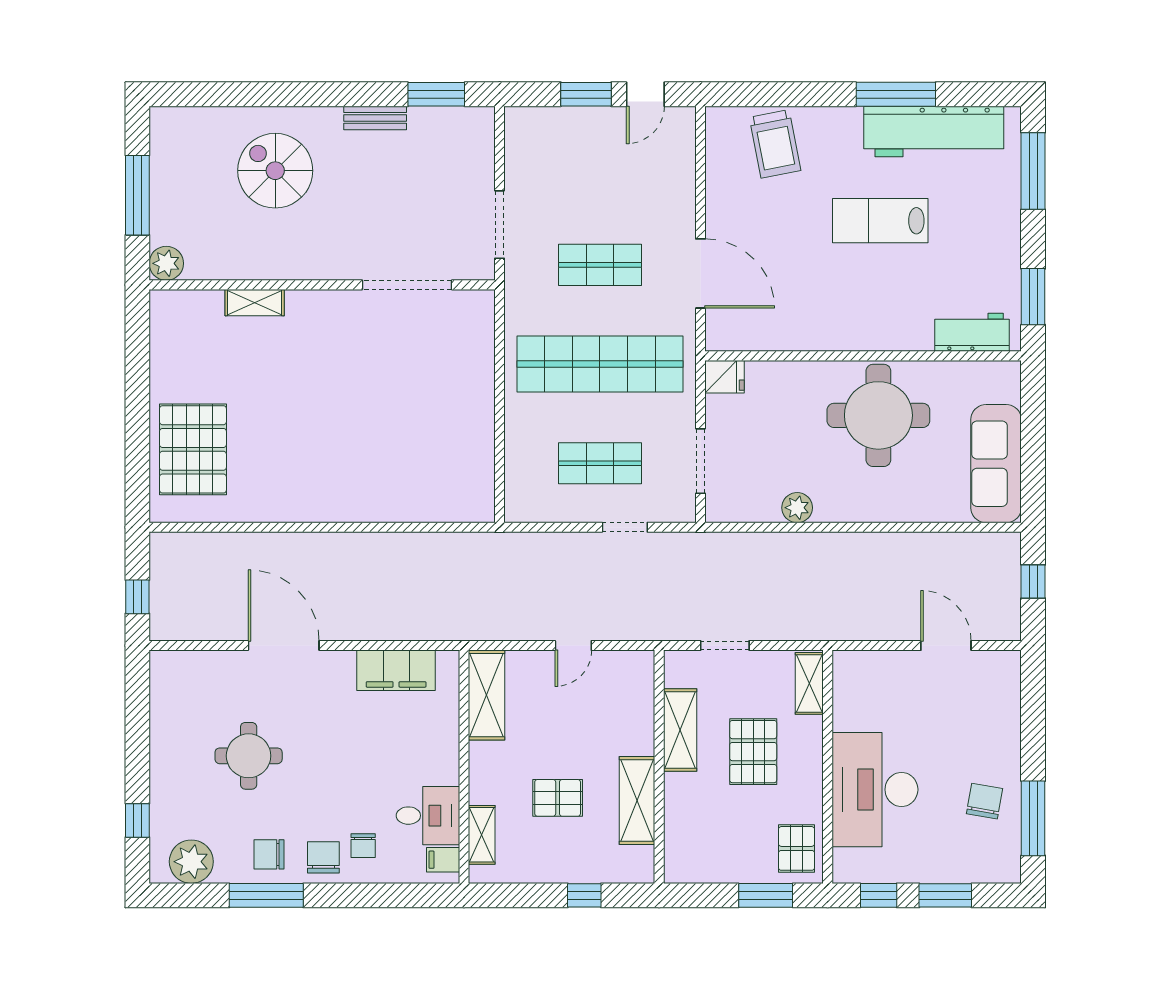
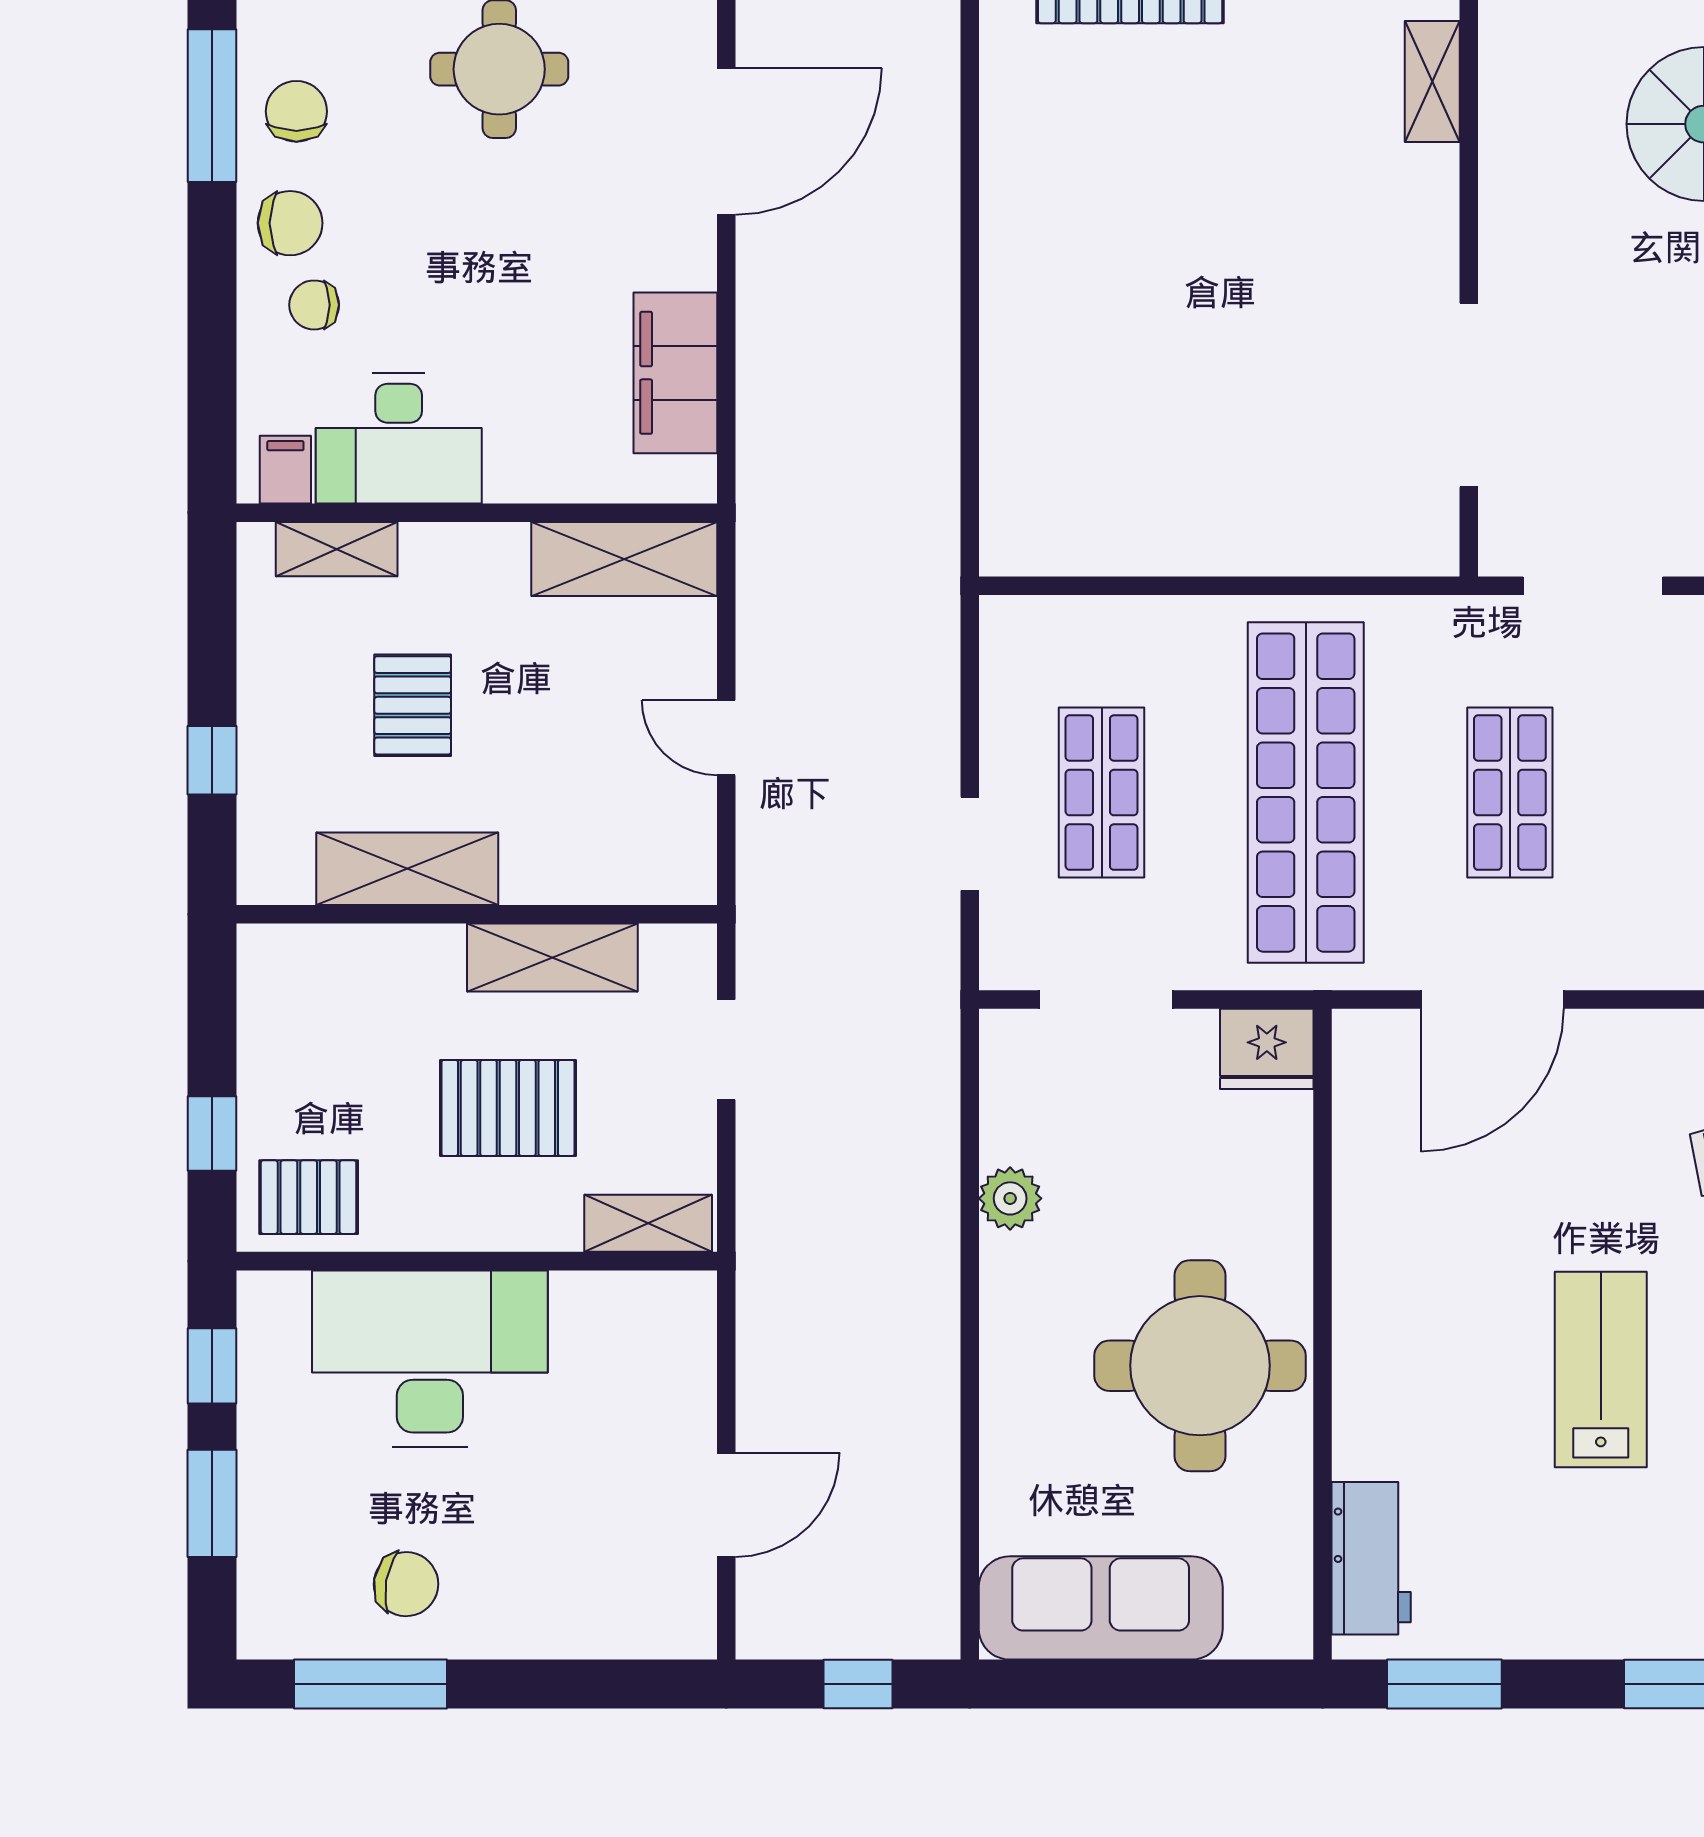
fridge: (724, 377) -> (1267, 1049), width x1.38
desk: (428, 816) -> (399, 438), width x1.37
window: (766, 895) -> (212, 1134), width x0.67

